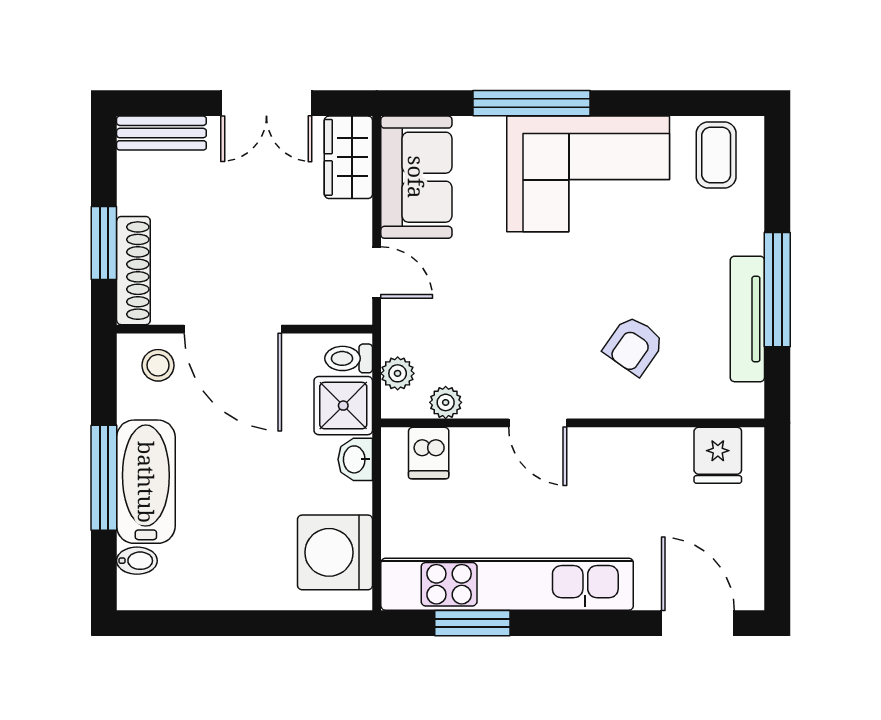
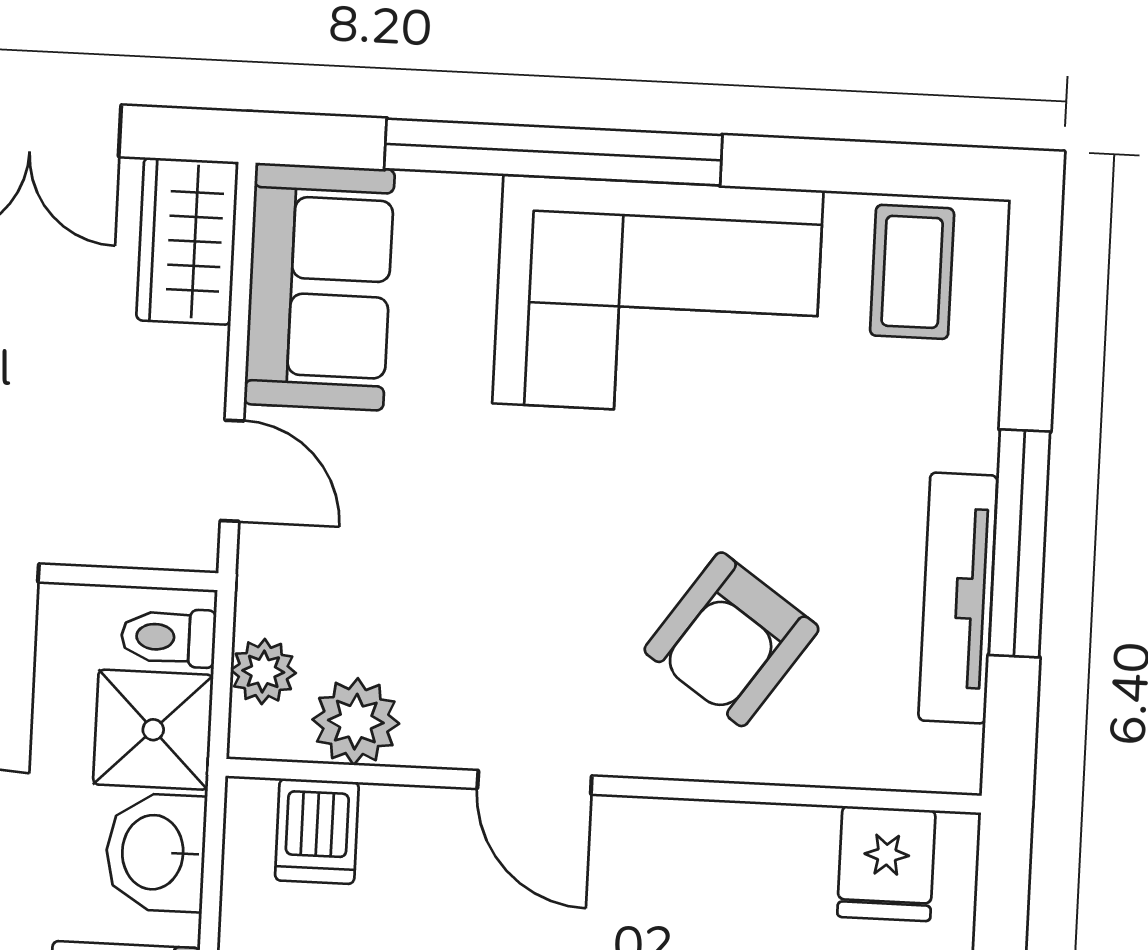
window: (532, 103) -> (553, 152), width x1.46
armchair: (634, 345) -> (731, 639), width x1.38, depth x1.38
plant: (446, 402) -> (356, 722), width x1.38, depth x1.38
washbasin: (355, 459) -> (156, 852), width x1.38, depth x1.45

